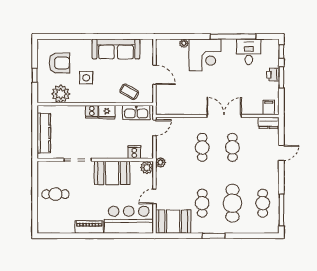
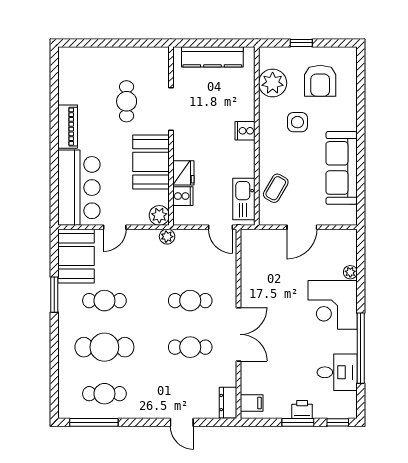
fridge: (107, 112) -> (183, 173), moved, turned 180
cafe table: (56, 194) -> (127, 101), moved
door: (154, 196) -> (115, 227), swing flipped
window: (214, 236) -> (54, 295), moved

